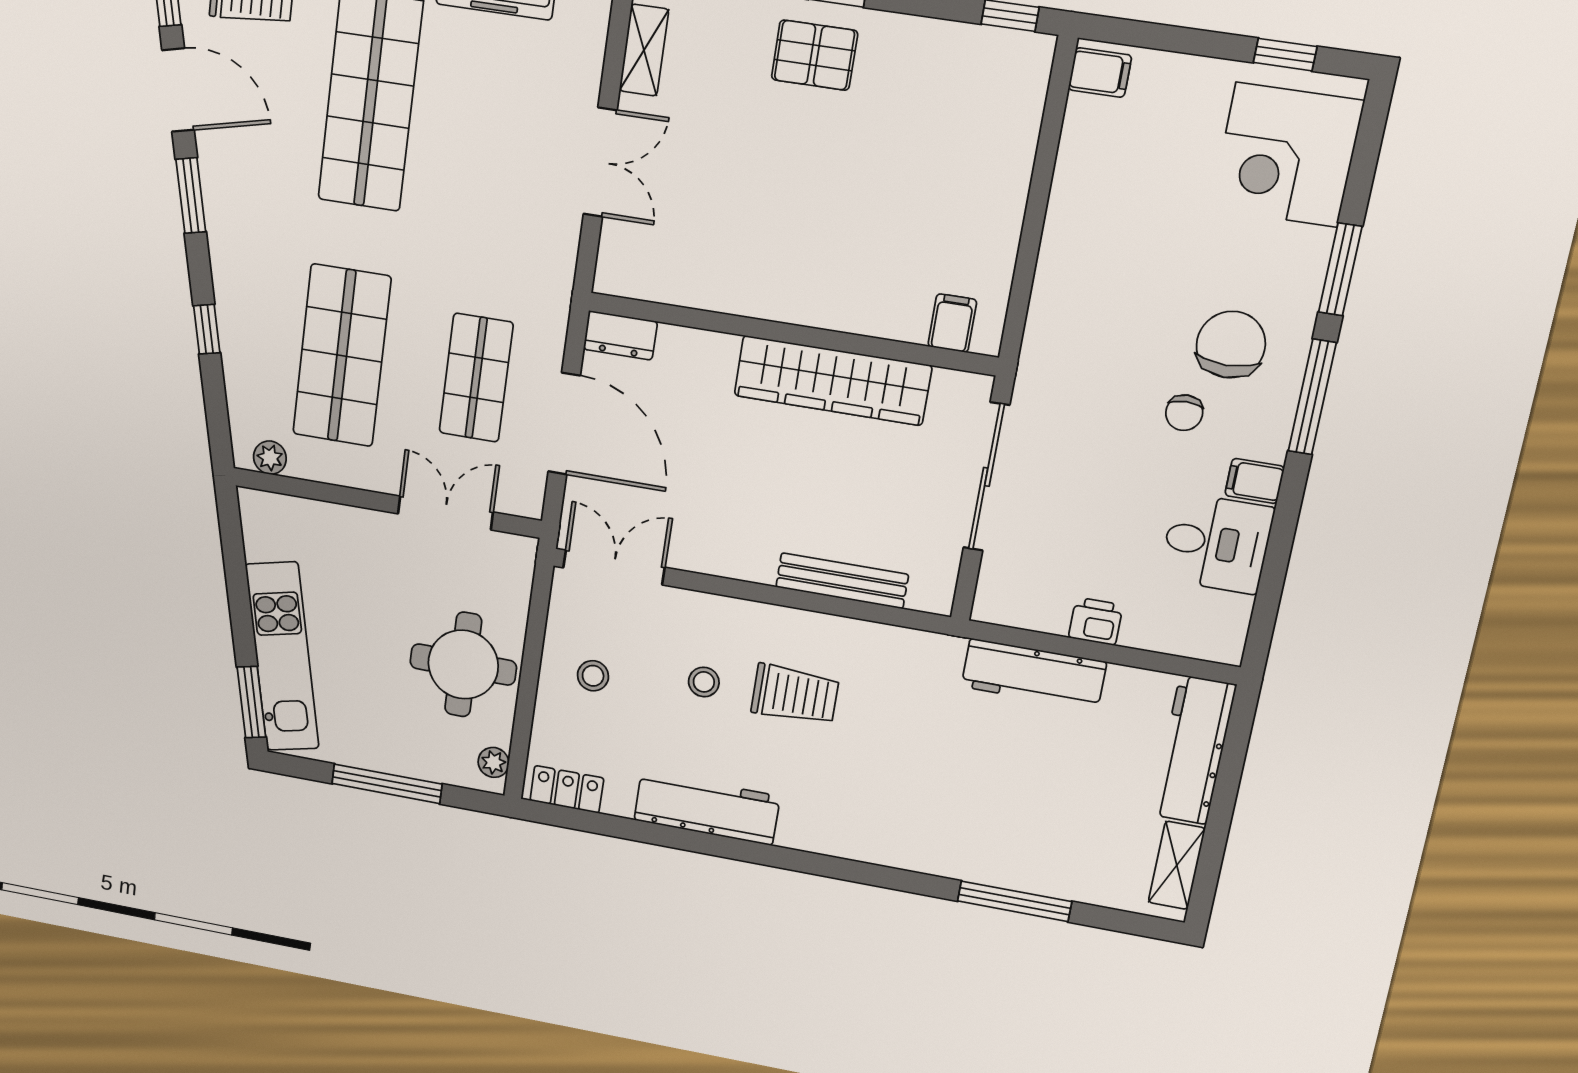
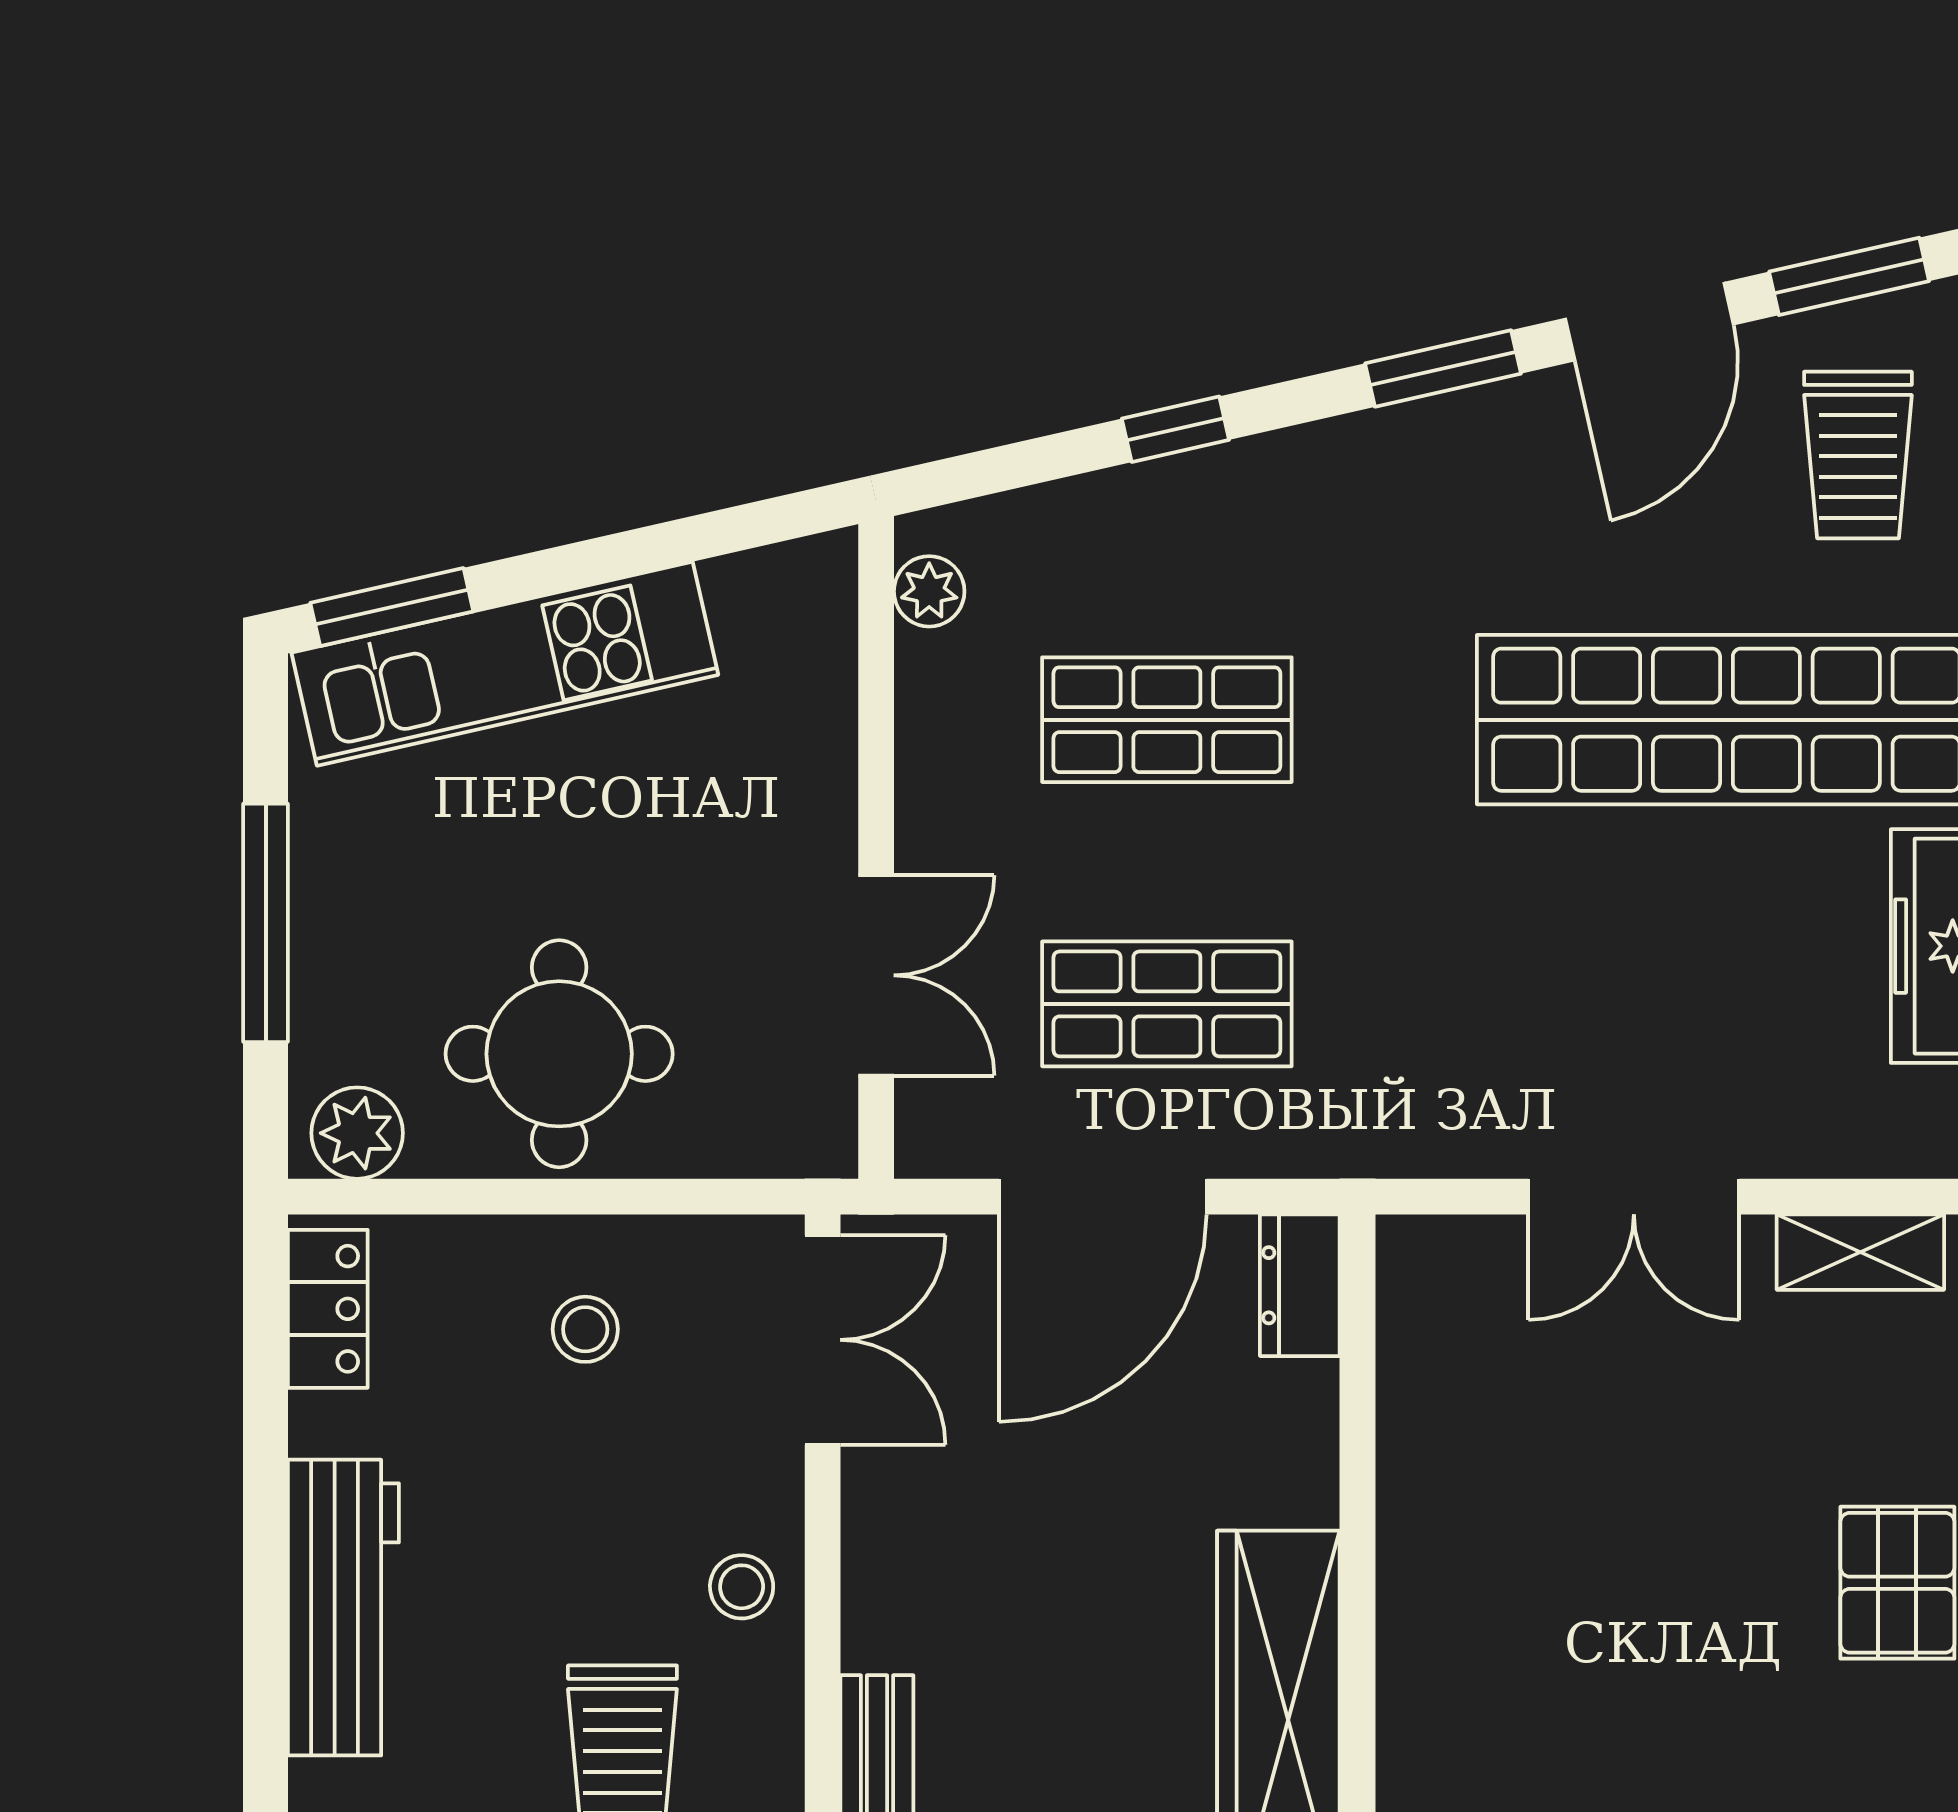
shop shelf: (342, 356) -> (1167, 720), width x0.70, depth x0.74
stool: (704, 682) -> (742, 1587), moved
plant: (494, 762) -> (357, 1133), width x1.37, depth x1.37

